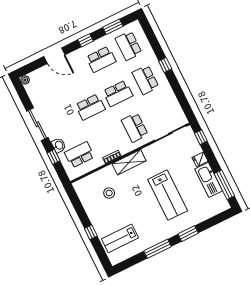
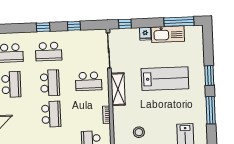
window: (179, 92) -> (74, 26), added
shelving: (129, 162) -> (118, 89), moved

